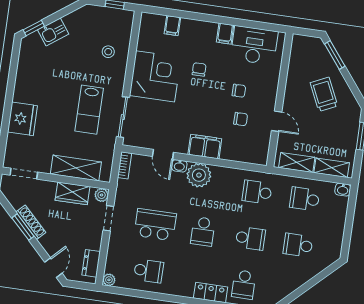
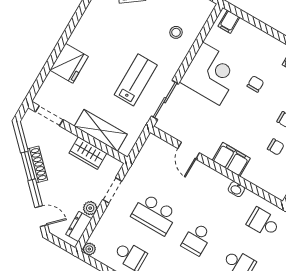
filing cabinet: (172, 26) -> (229, 22), moved
lab bench: (89, 110) -> (136, 80), turned 180
bookcase: (125, 165) -> (148, 146), removed
washbasin: (179, 166) -> (236, 189), moved
plant: (199, 175) -> (215, 184), removed
plant: (102, 195) -> (90, 208), moved
school desk: (155, 225) -> (154, 214), turned 180
door: (53, 268) -> (41, 216), hinge flipped

